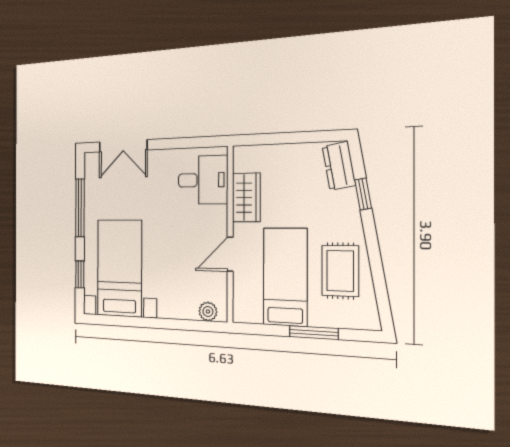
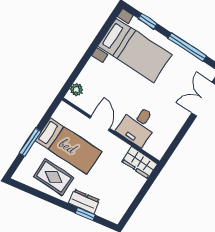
dresser: (339, 166) -> (84, 201), moved
desk: (203, 180) -> (138, 126), moved
wardrobe: (246, 198) -> (140, 162), moved

